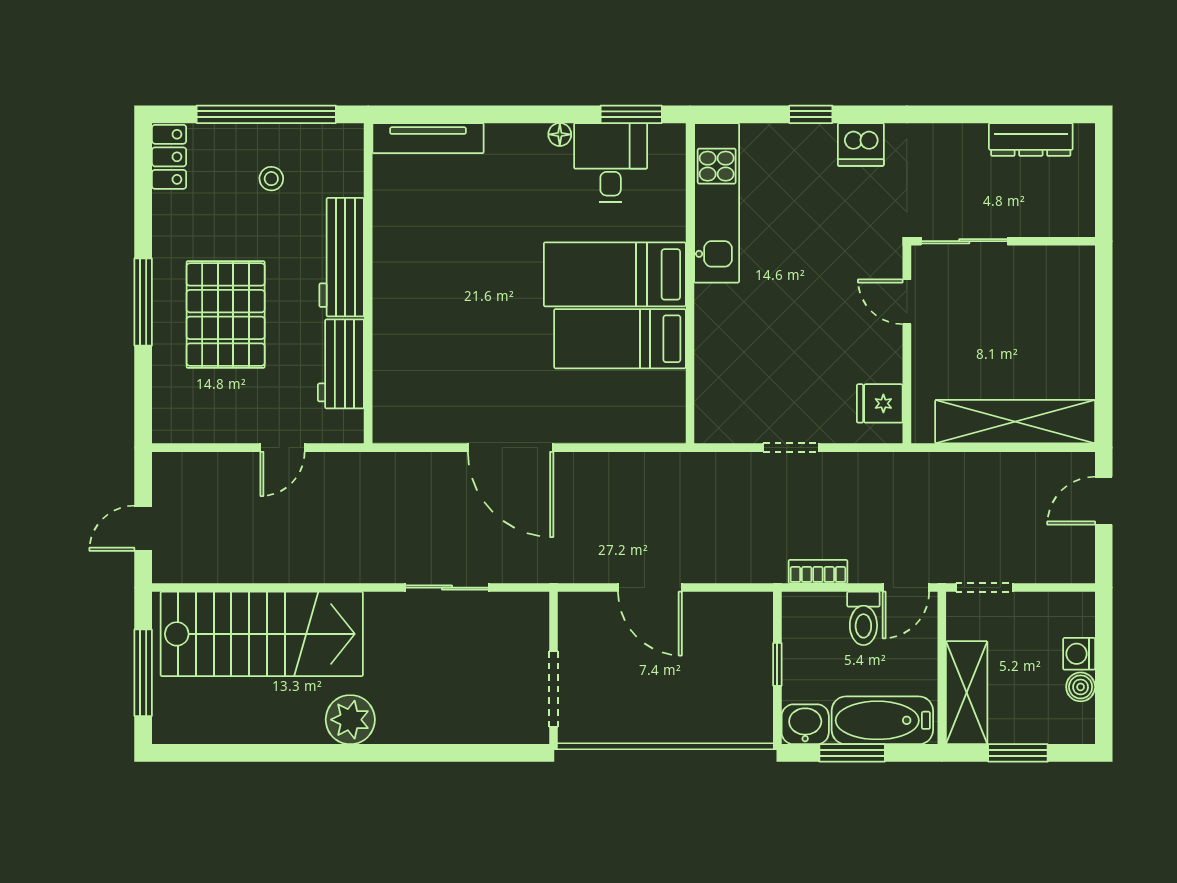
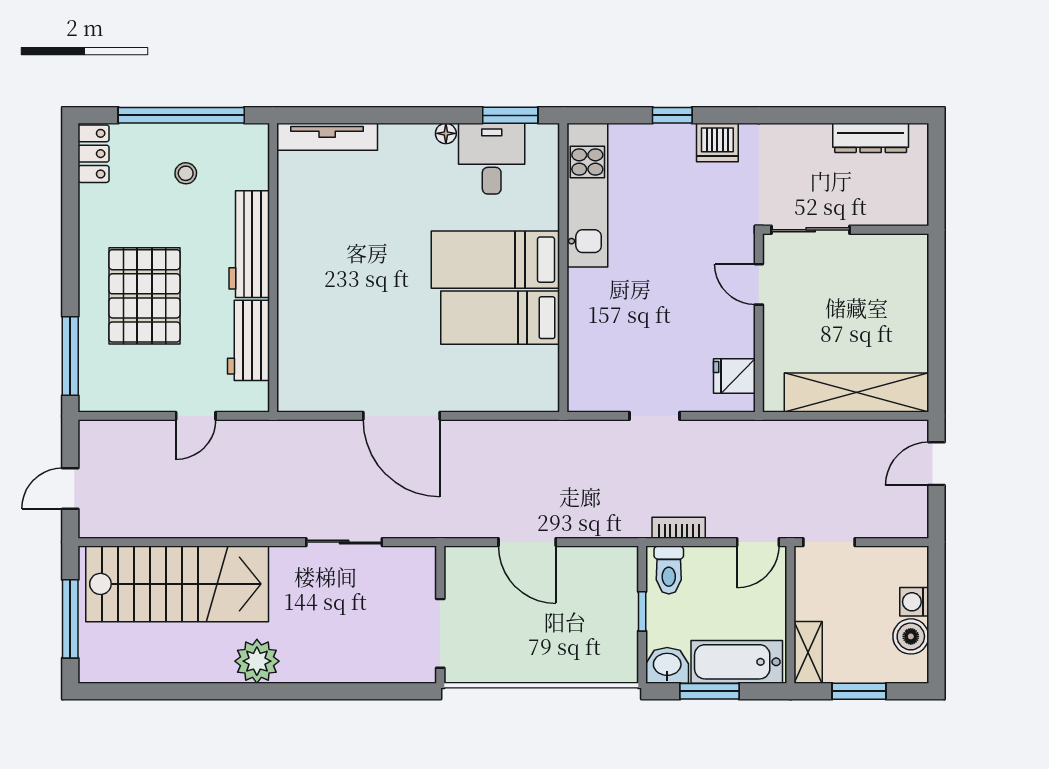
window: (143, 302) -> (70, 356), moved
toilet: (863, 618) -> (669, 570), moved
boiler: (1081, 687) -> (911, 636), width x1.36, depth x1.36
shelving: (967, 693) -> (808, 652), width x0.67, depth x0.75

